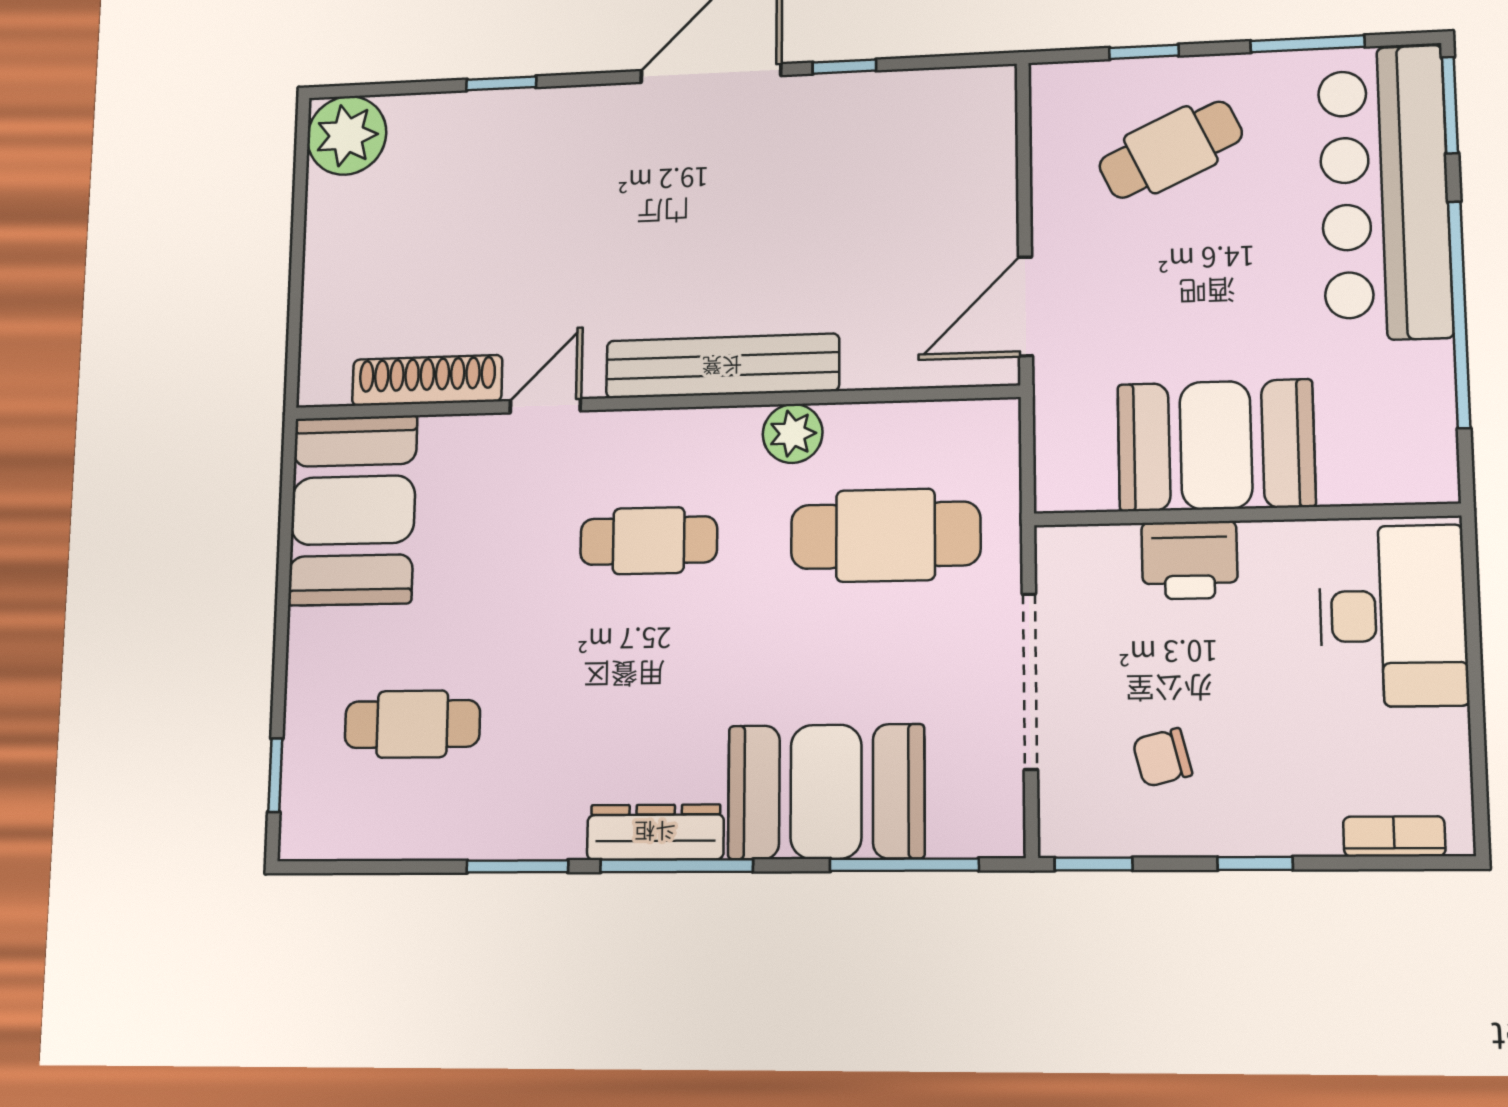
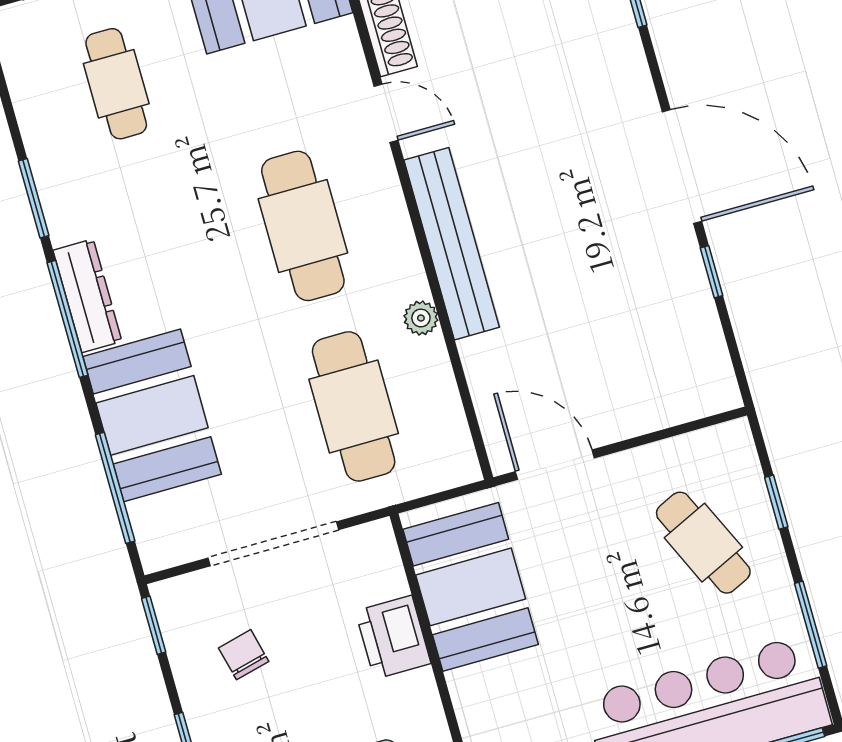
plant: (793, 433) -> (421, 318), width x0.73, depth x0.73
booth: (1216, 445) -> (471, 587), moved
cafe table: (649, 541) -> (303, 226), width x1.37, depth x1.35

